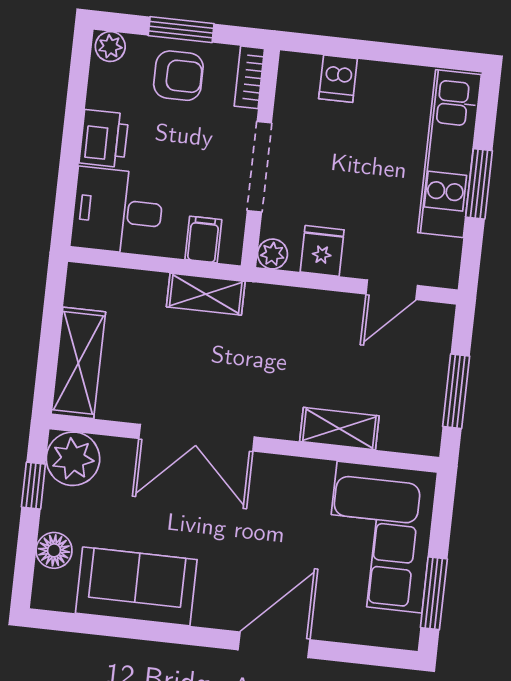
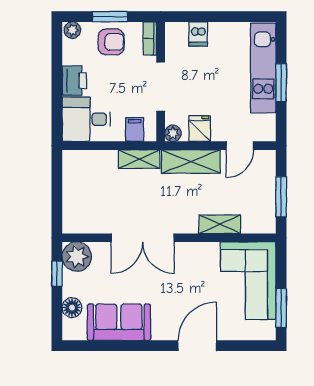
shelving: (78, 363) -> (191, 162), moved, turned 90

